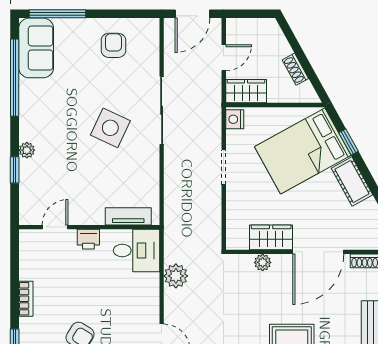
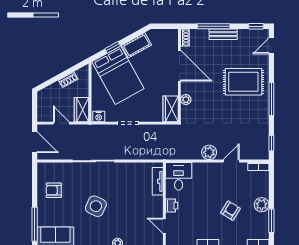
side table: (110, 128) -> (96, 206), moved
wardrobe: (271, 237) -> (171, 109), moved
plant: (176, 276) -> (209, 152), moved

